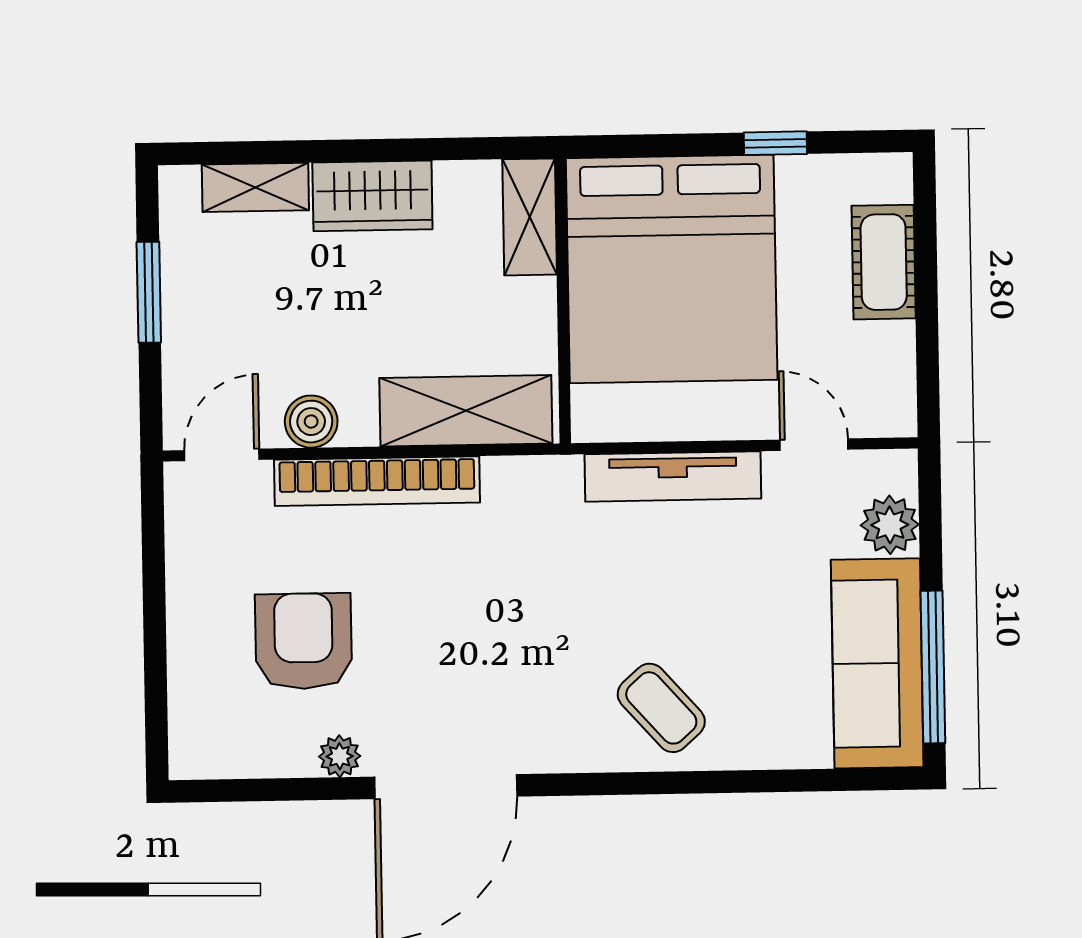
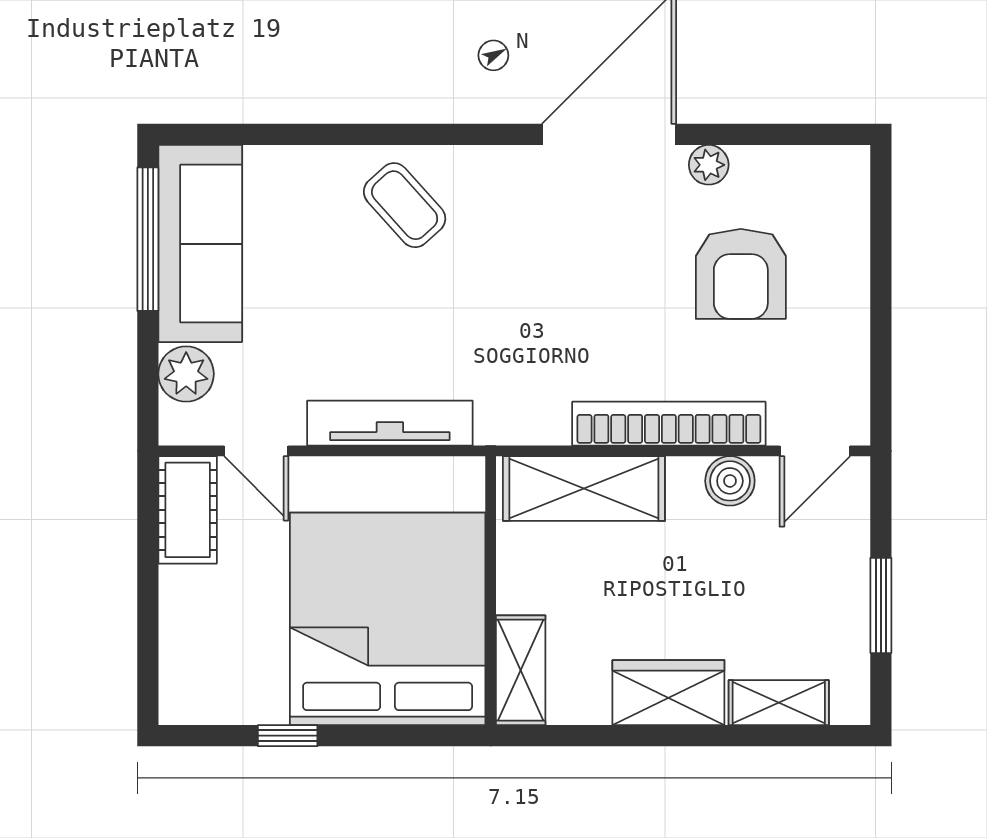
cot: (884, 262) -> (188, 510), moved

